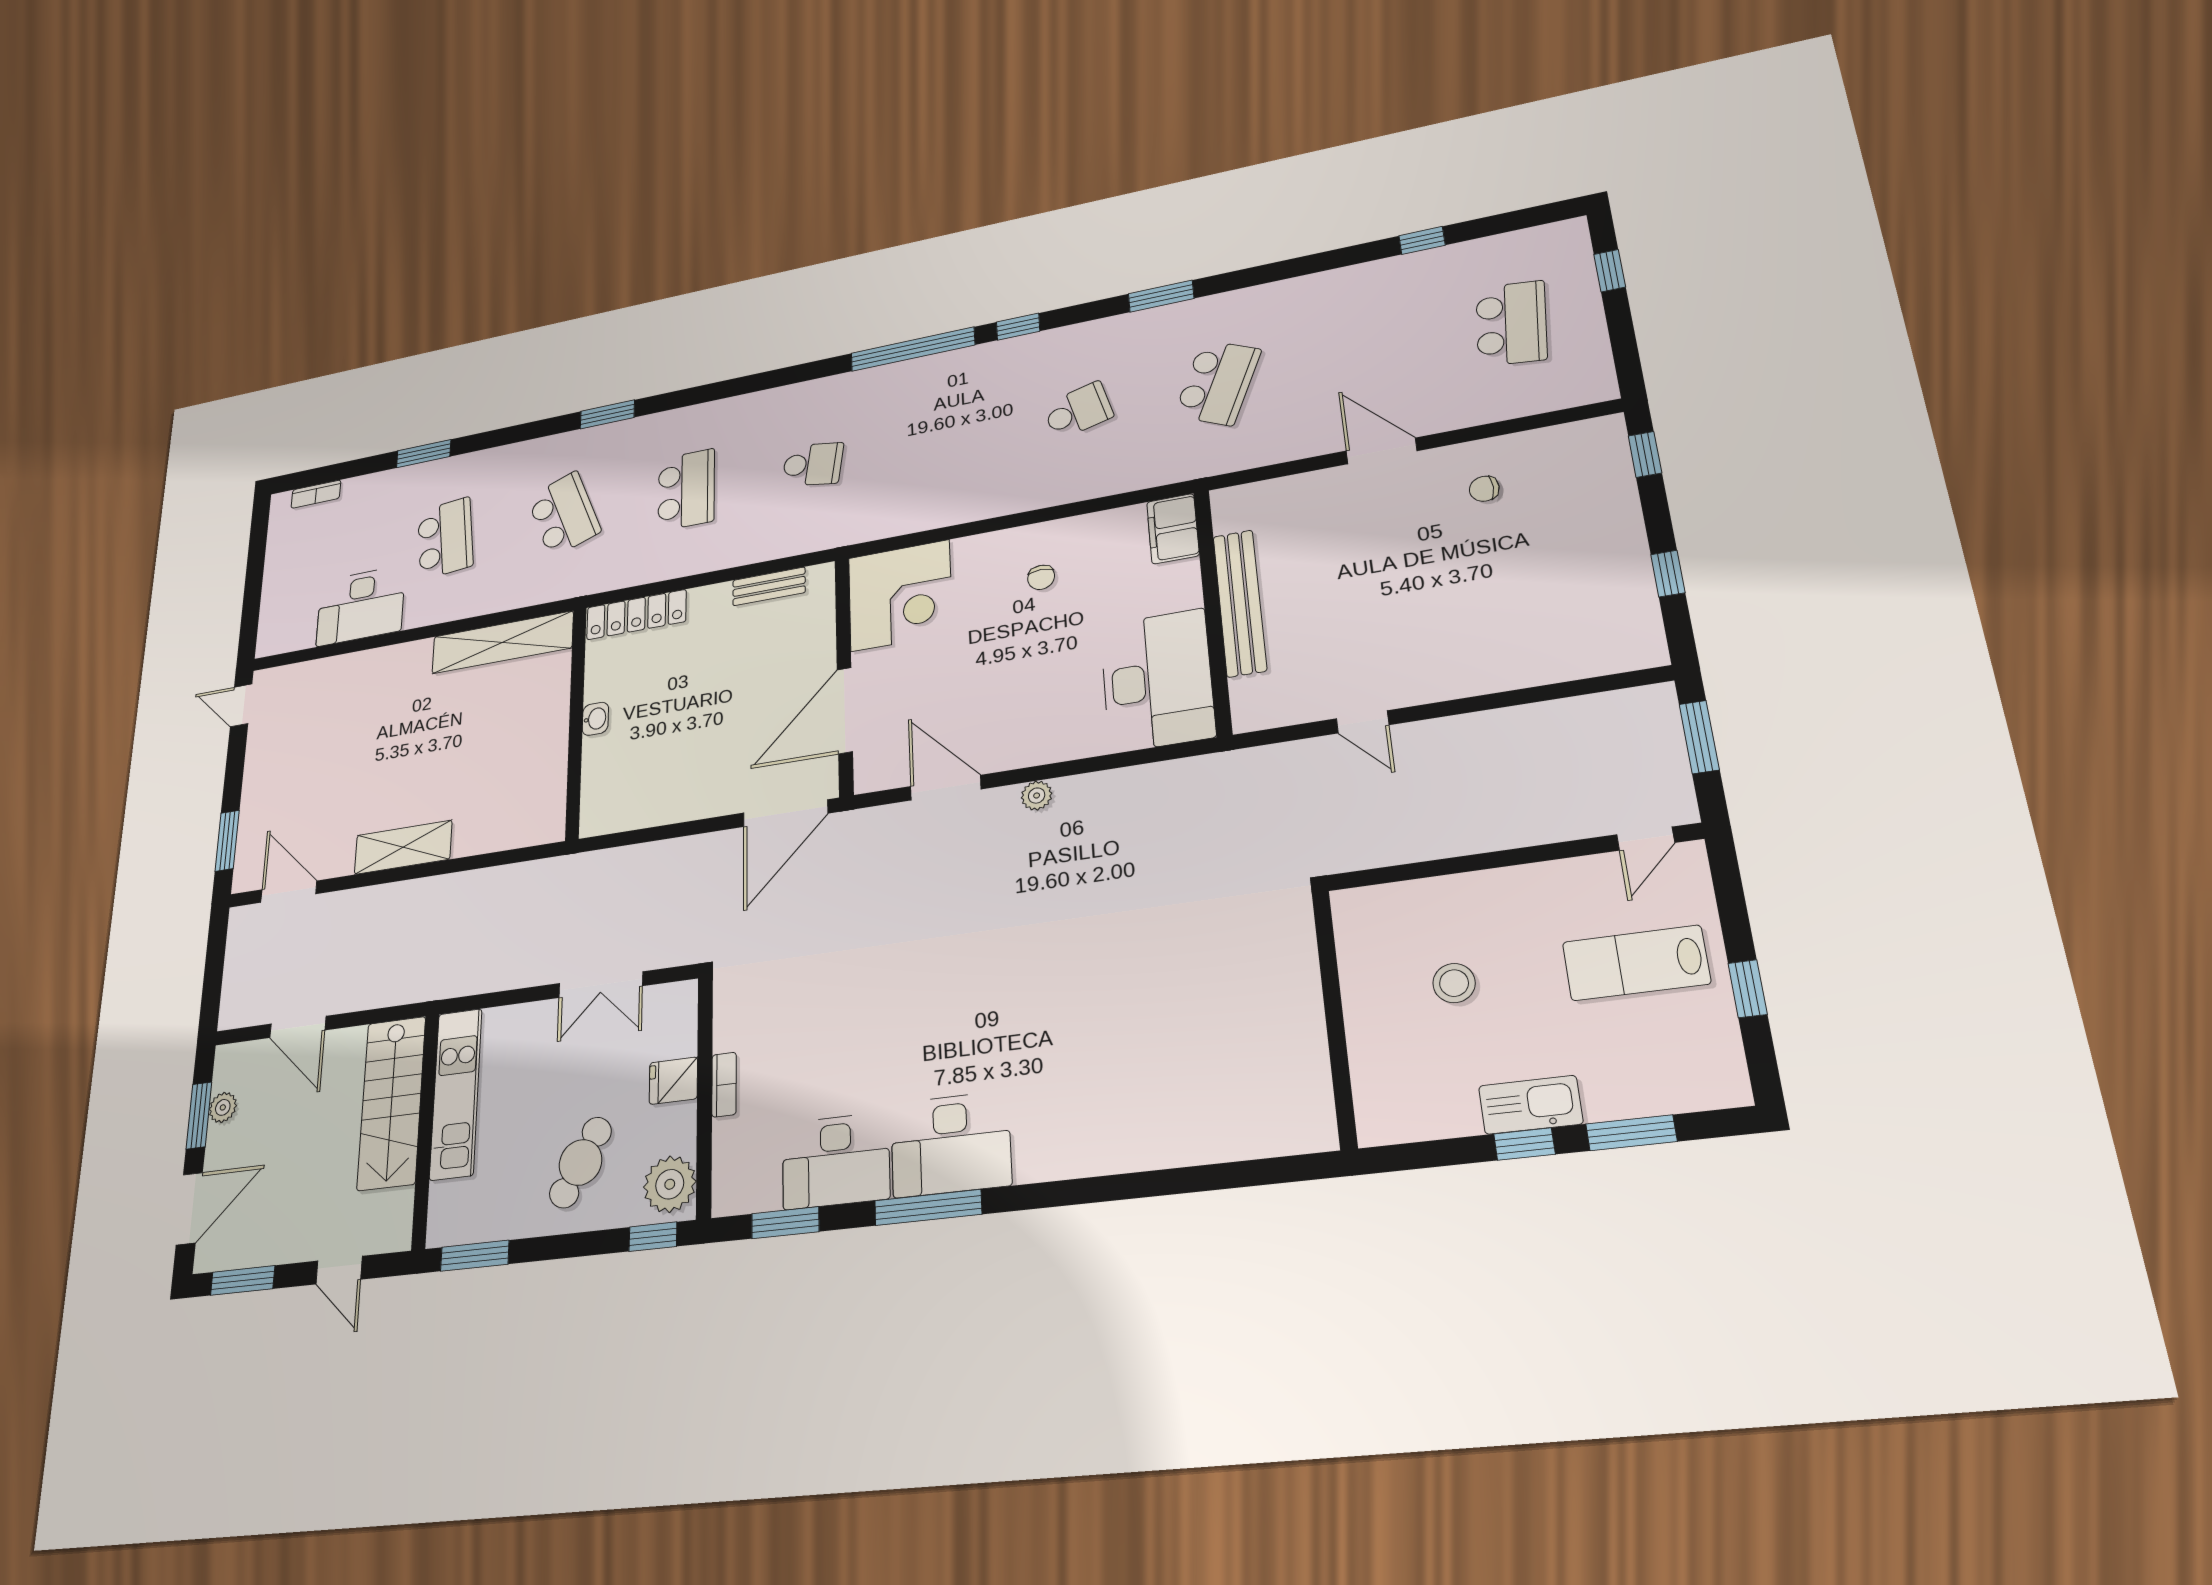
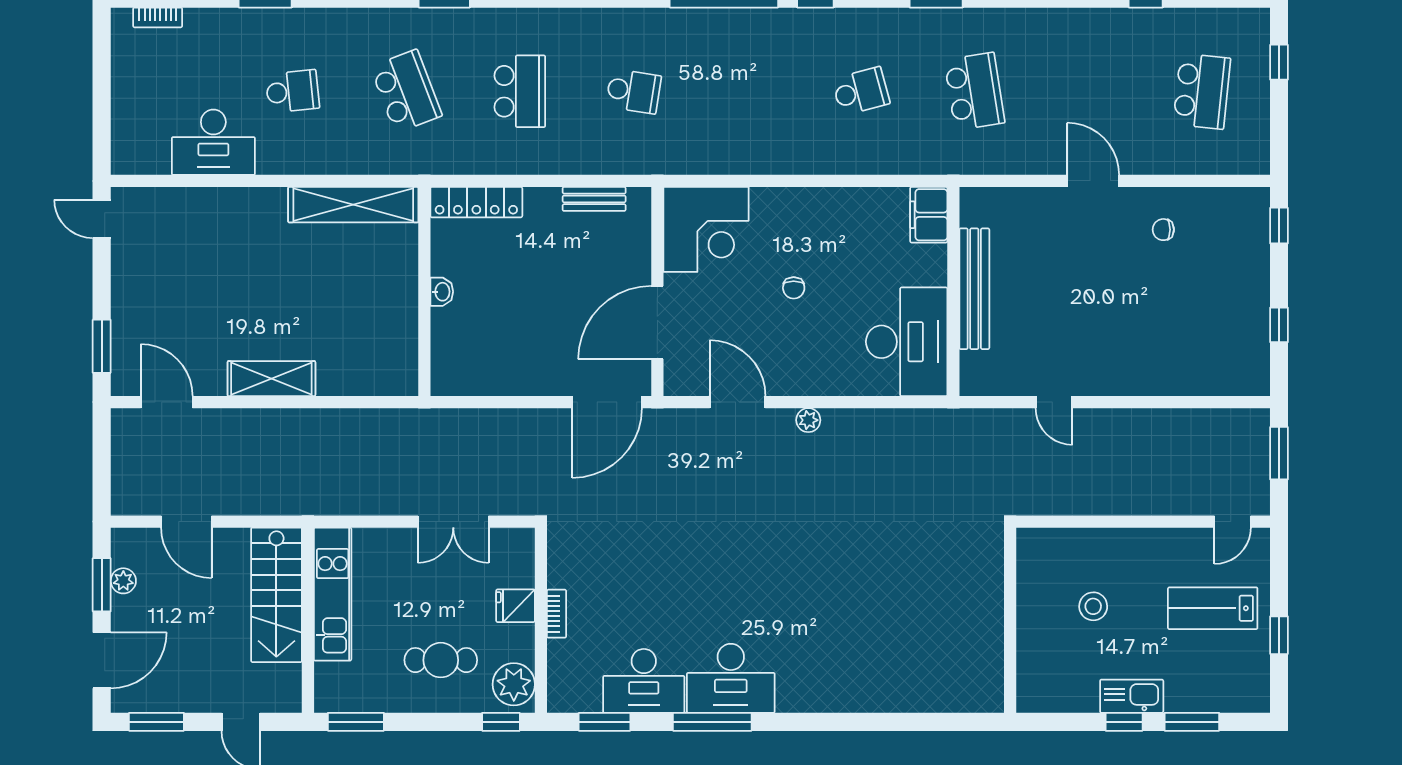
school desk: (1218, 383) -> (975, 91), turned -33
school desk: (445, 538) -> (292, 91), width x0.54
chair: (1041, 577) -> (794, 288), moved
cafe table: (580, 1162) -> (441, 660), turned 60

